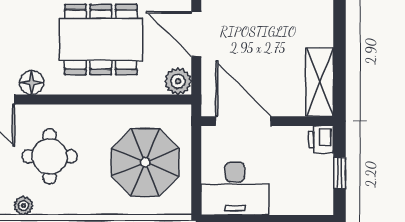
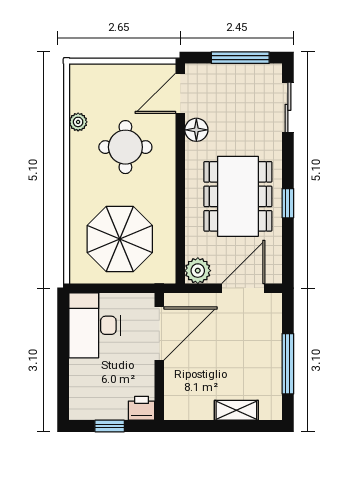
shelving: (320, 82) -> (236, 410), moved, width x0.67, depth x0.75

